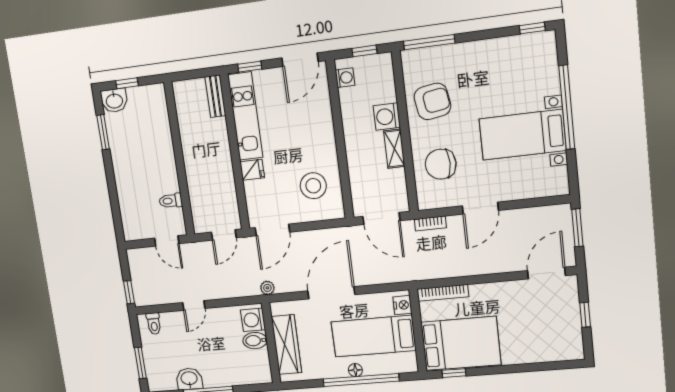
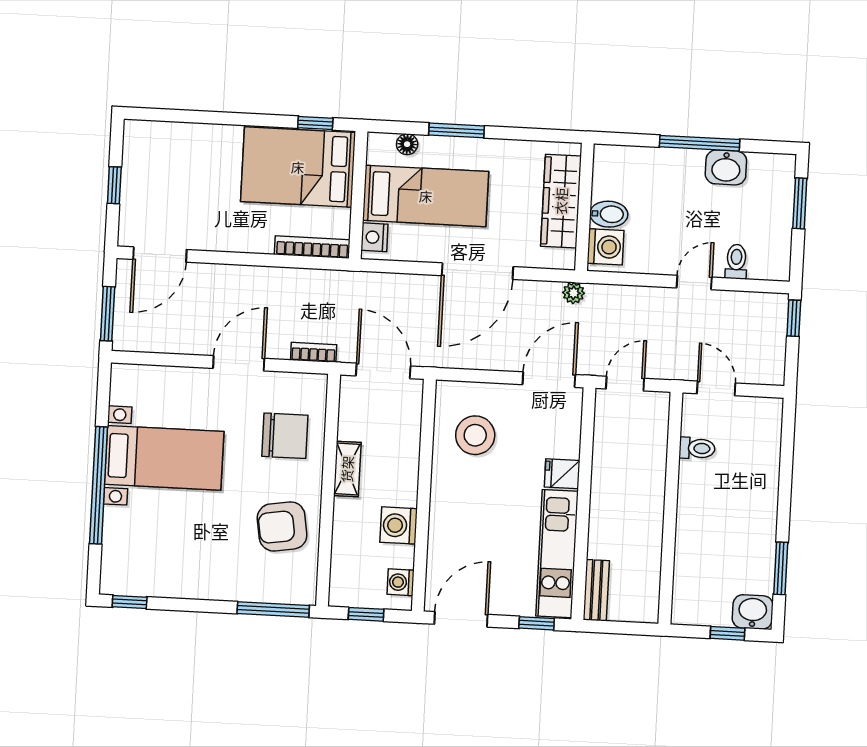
washing machine: (387, 117) -> (399, 525), moved, turned 180
toilet: (154, 324) -> (736, 262), moved
floor lamp: (355, 370) -> (407, 144), moved
window: (361, 380) -> (456, 130), width x0.47

